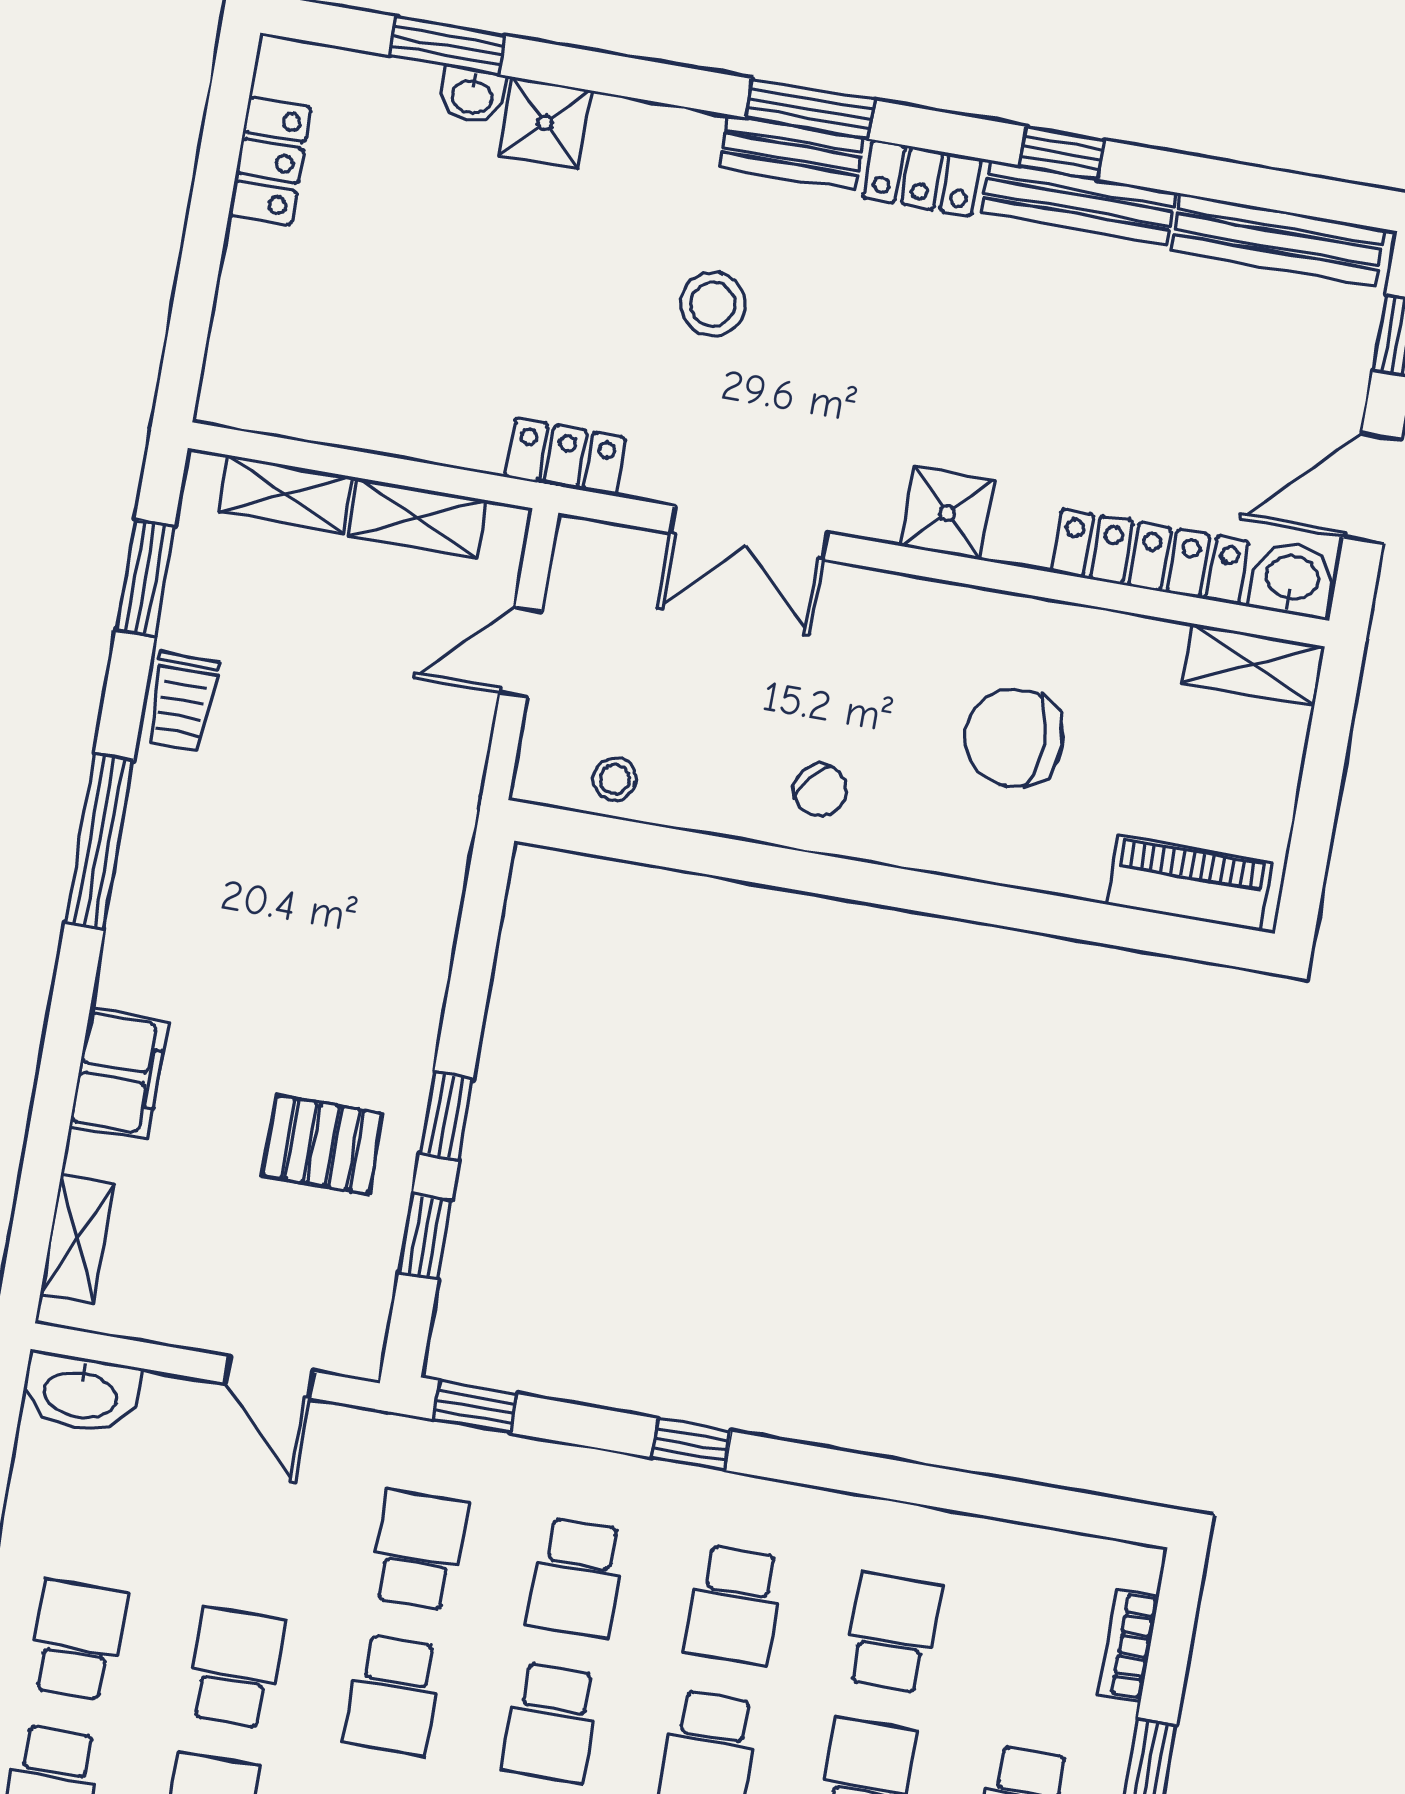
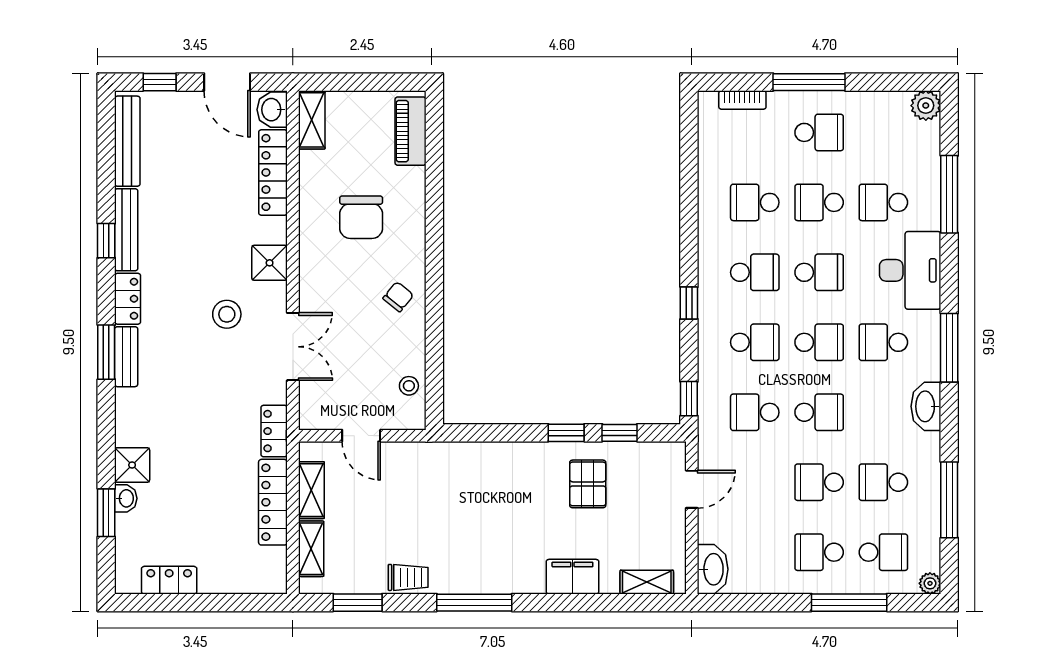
stool: (713, 304) -> (227, 314), moved
locker: (405, 426) -> (273, 502), added

